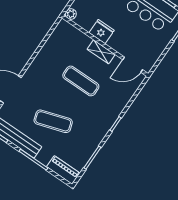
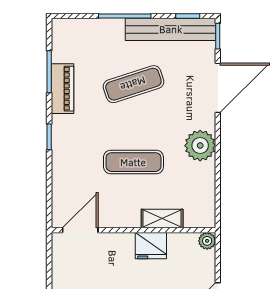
shelving: (101, 52) -> (162, 219), moved
plant: (40, 66) -> (200, 146), added
piano: (63, 170) -> (62, 89), moved, turned -90

